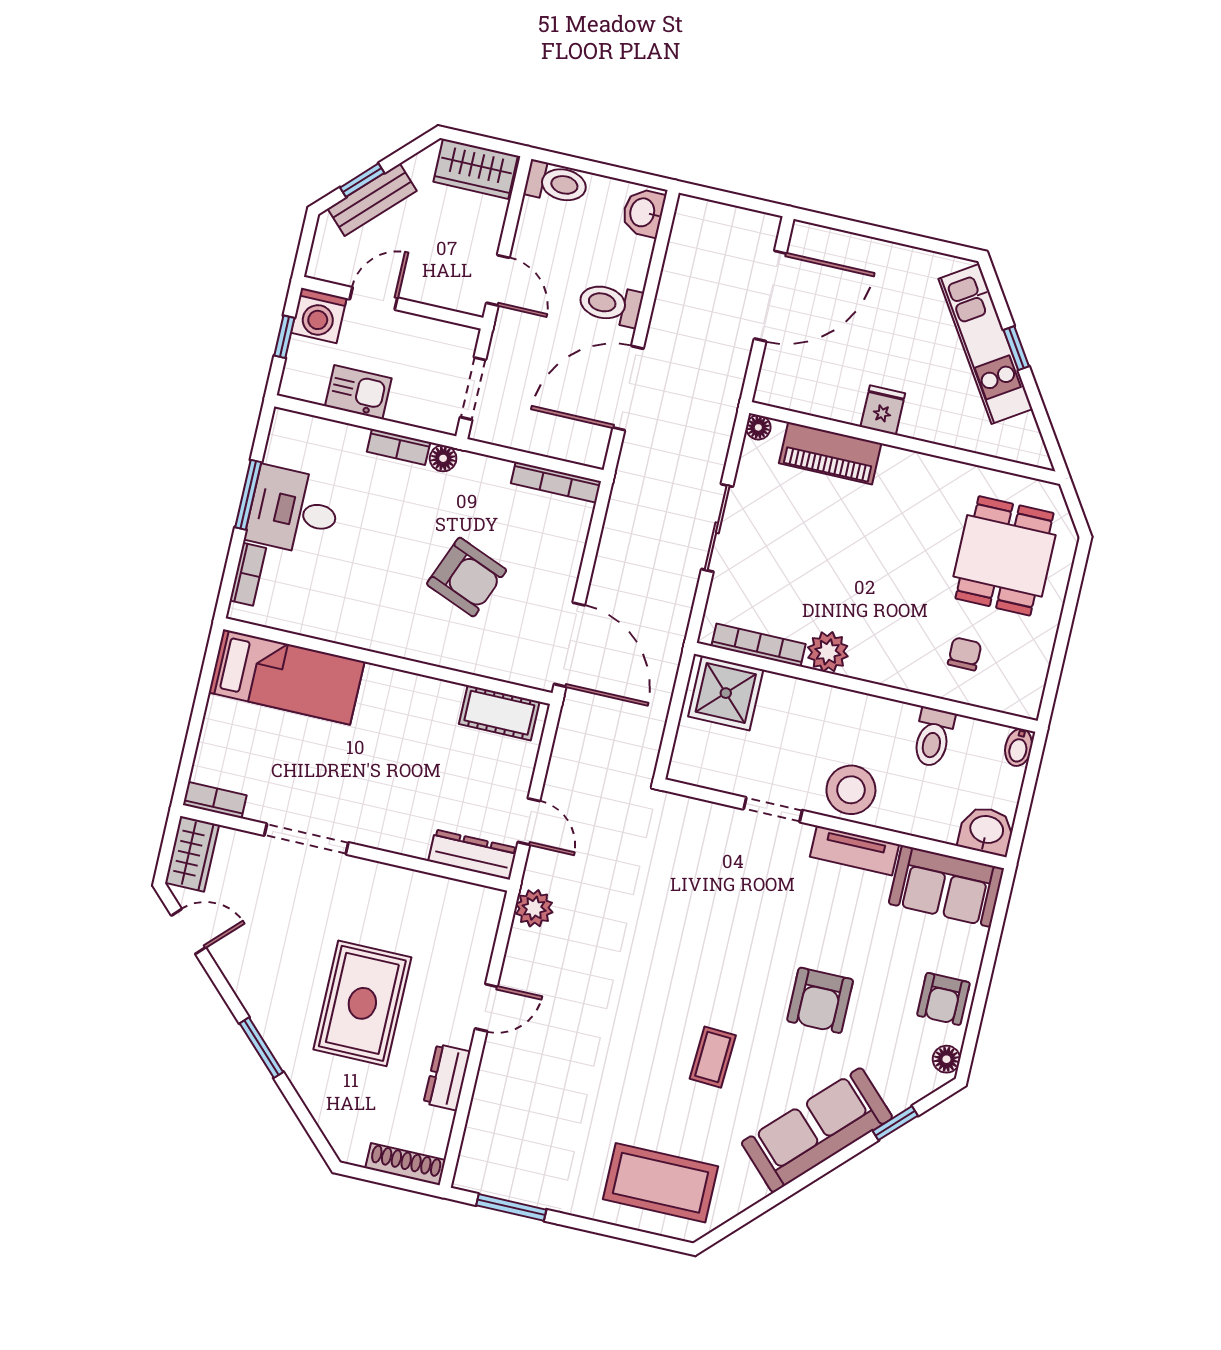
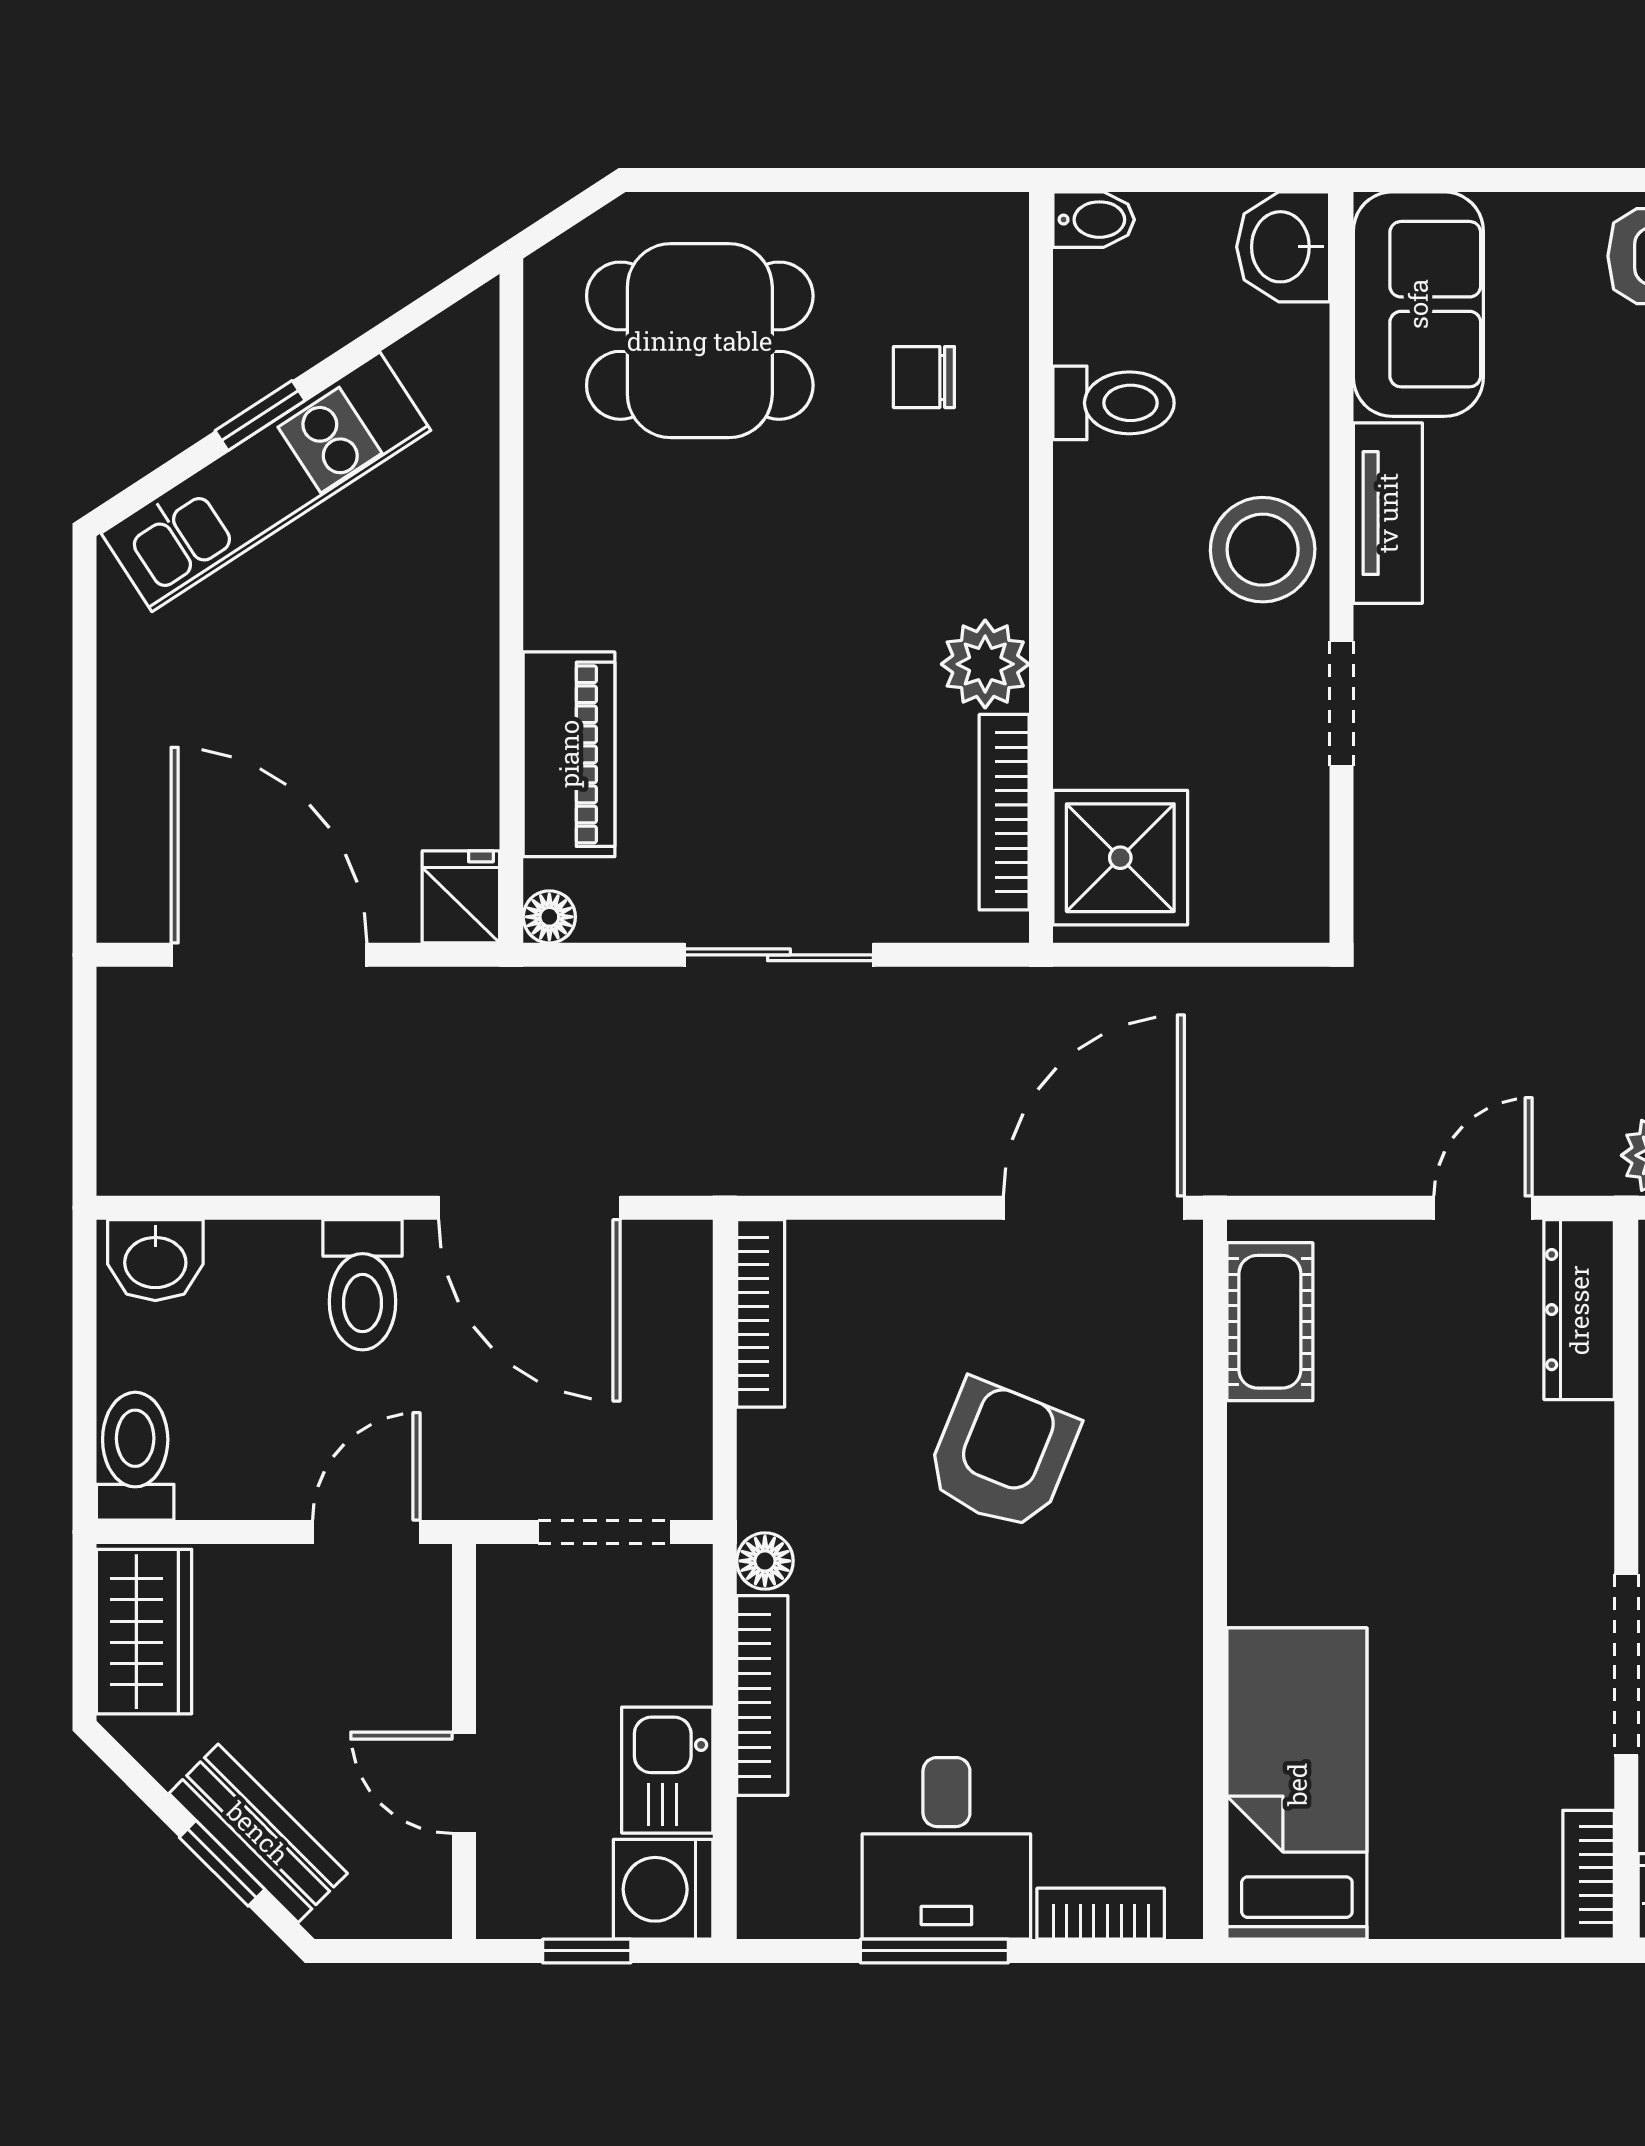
washing machine: (319, 315) -> (663, 1889), moved, turned 180
fridge: (883, 410) -> (461, 897), moved, turned 90
bookcase: (399, 447) -> (762, 1695), width x1.56

